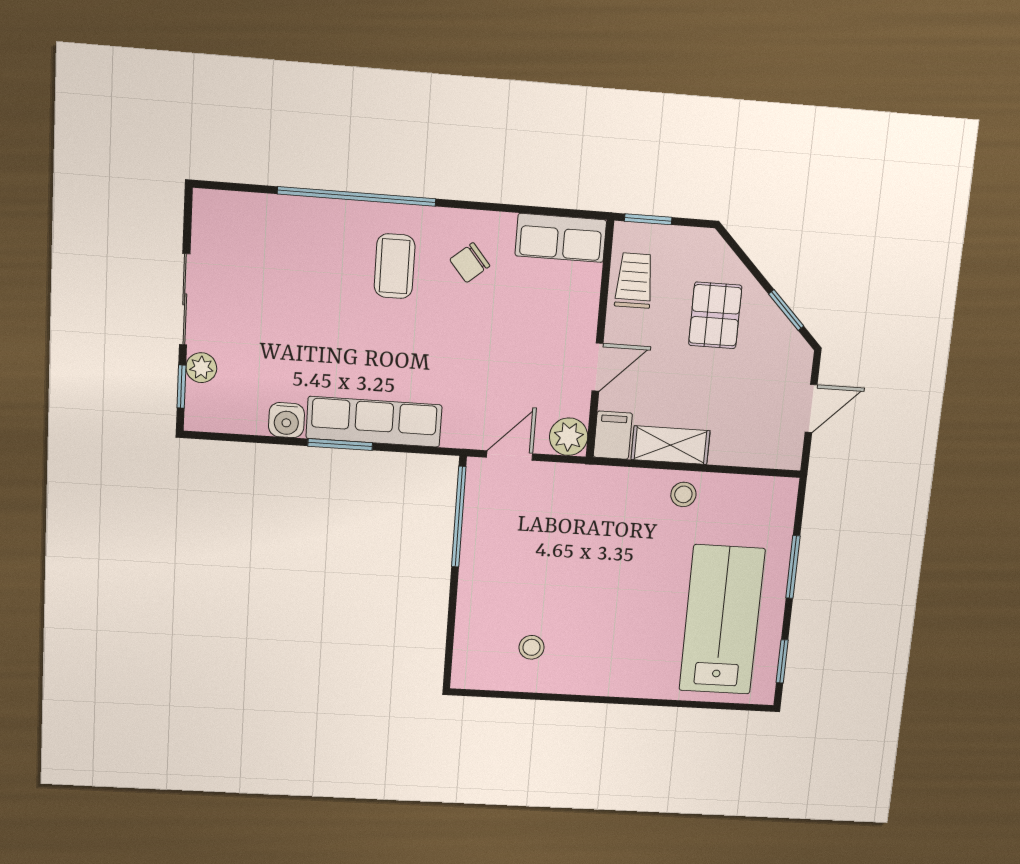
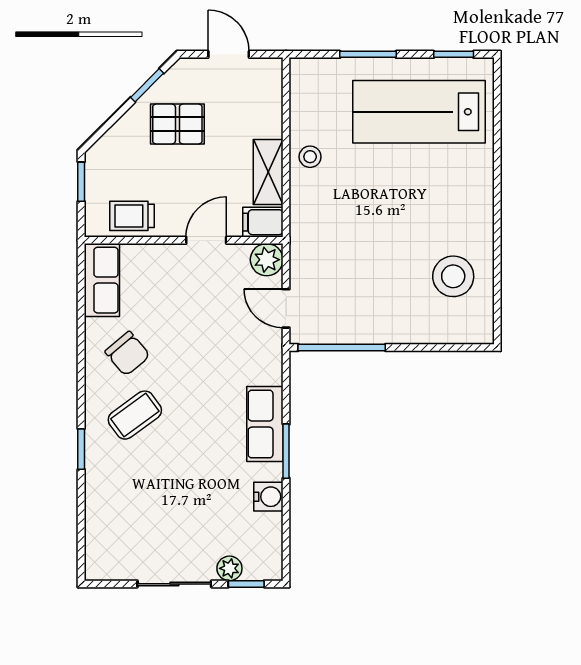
window: (357, 196) -> (81, 449), width x0.32
window: (648, 219) -> (81, 182), moved
chair: (470, 263) -> (127, 354), width x1.37, depth x1.37
coffee table: (395, 266) -> (135, 415), turned -36
pallet: (715, 315) -> (177, 124), moved
door: (597, 367) -> (206, 240), hinge flipped
row of seats: (374, 422) -> (265, 424), width x0.68
stool: (531, 647) -> (453, 276), width x1.89, depth x1.89

